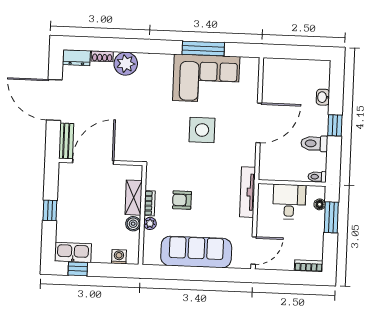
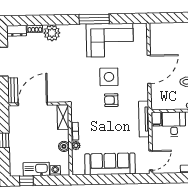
window: (203, 49) -> (94, 19), moved
filing cabinet: (265, 193) -> (156, 119), added
shelving: (134, 198) -> (63, 117), moved
armchair: (182, 200) -> (111, 100), moved
kitchen sink: (73, 252) -> (36, 169), moved

